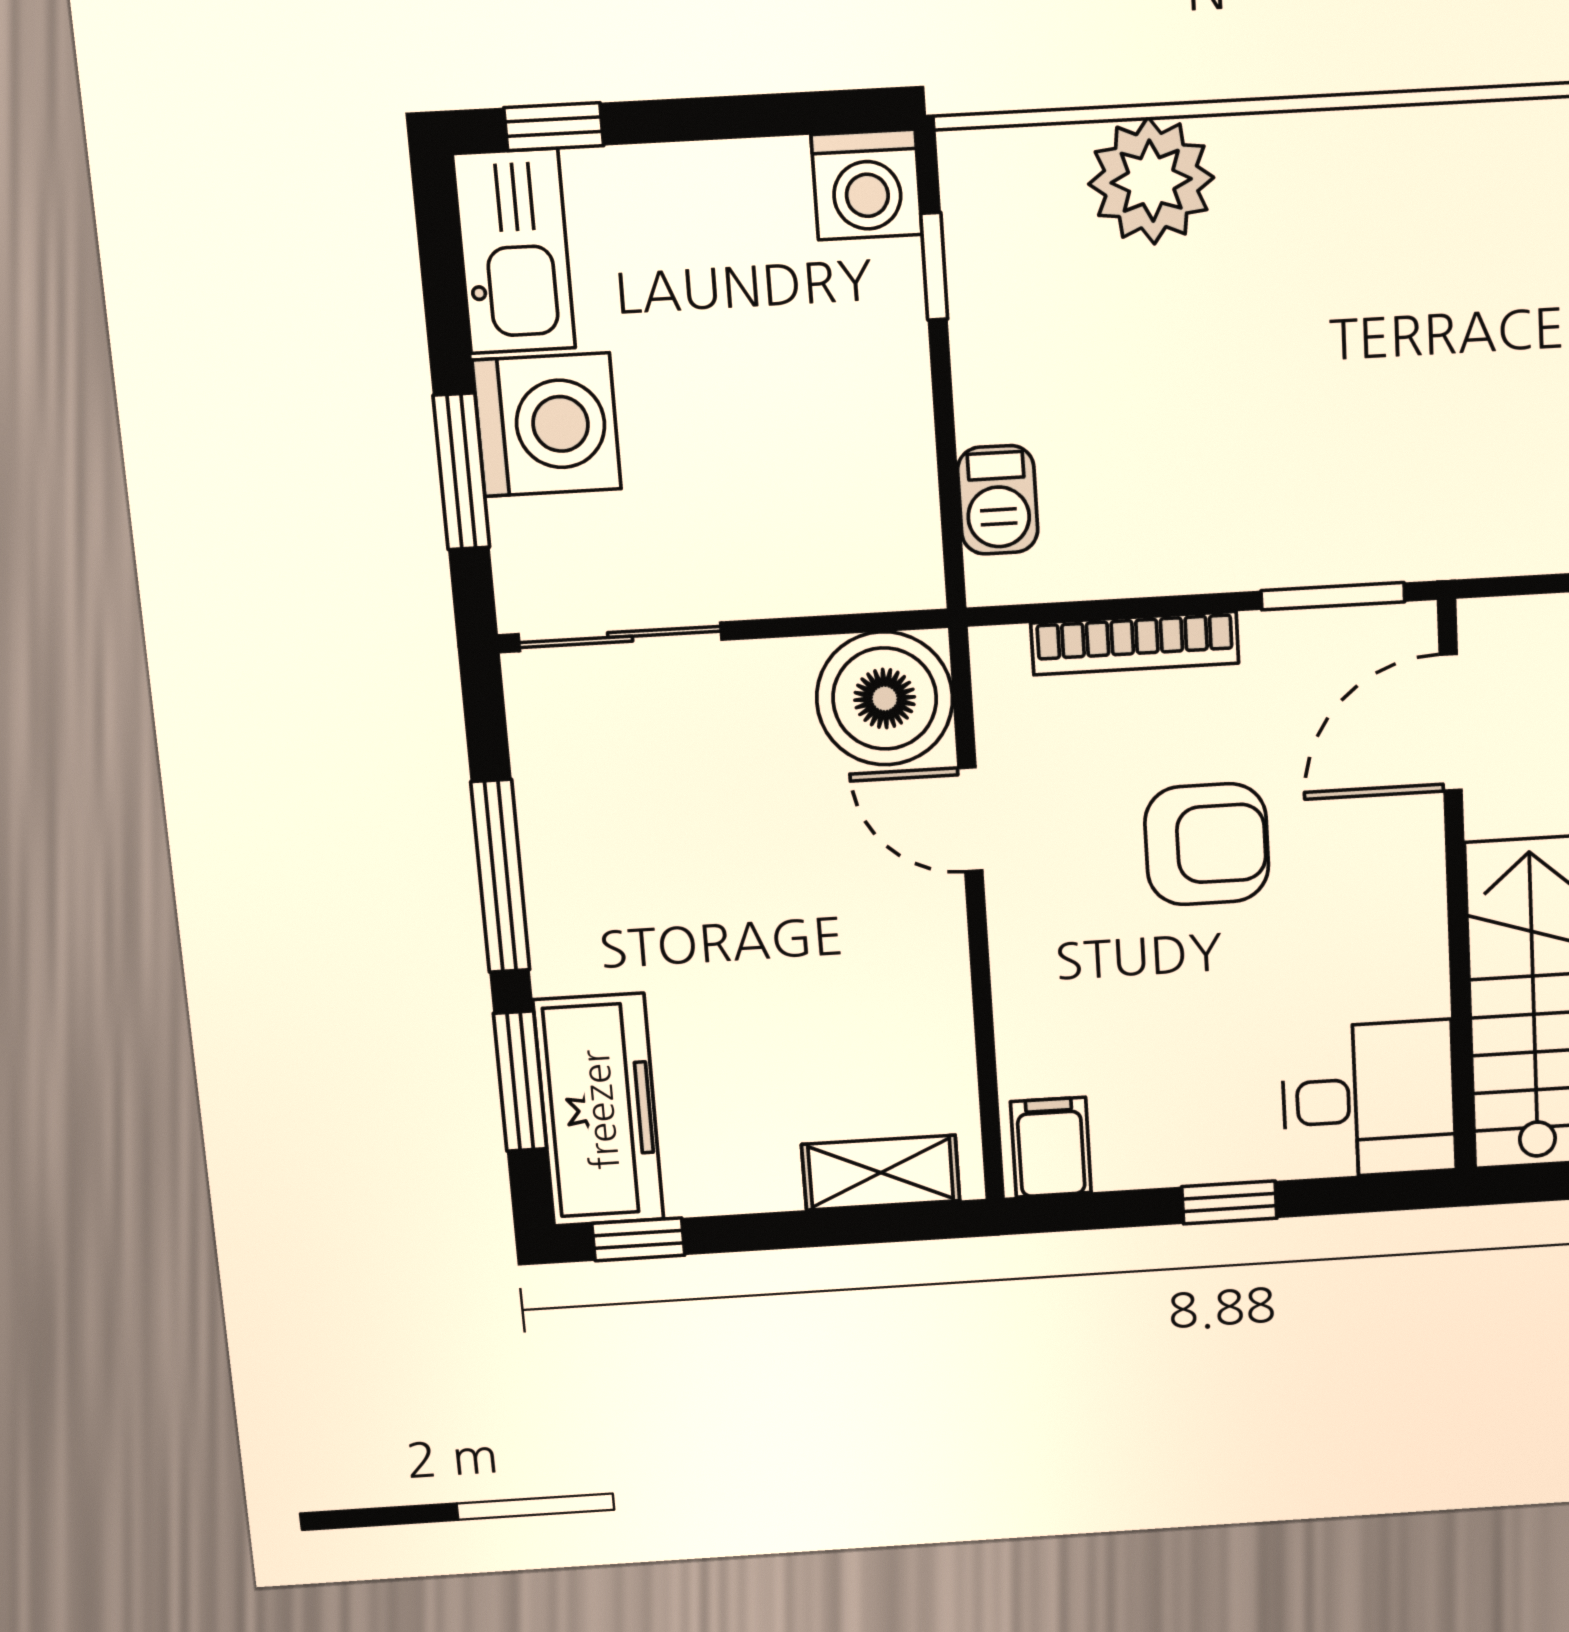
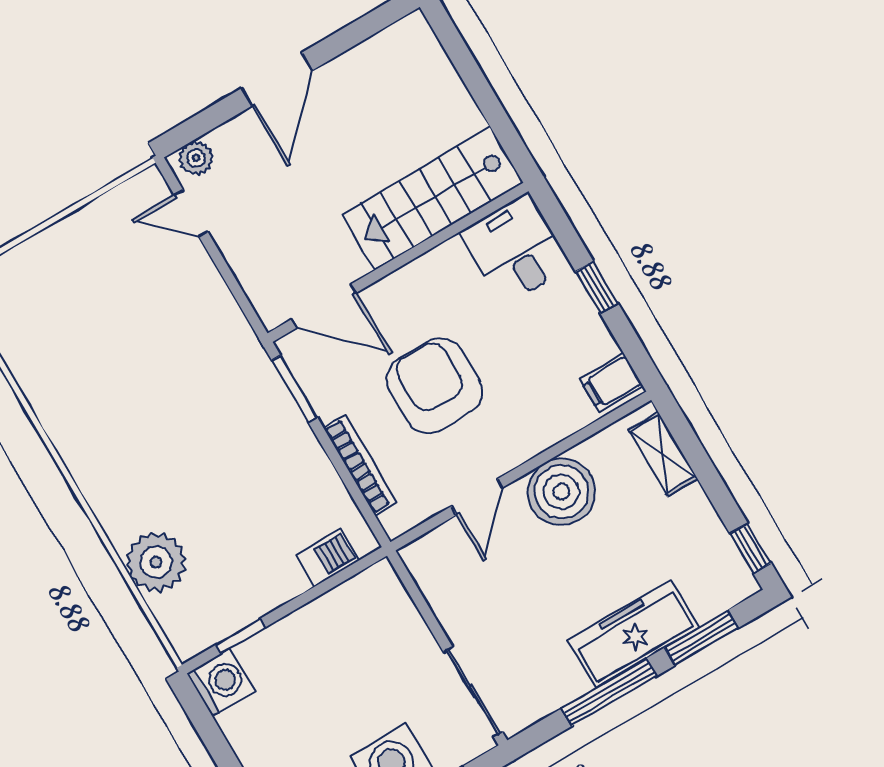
boiler: (885, 699) -> (561, 492), moved
armchair: (1207, 844) -> (434, 386), width x1.36, depth x1.36
freezer: (599, 1110) -> (633, 634), moved

